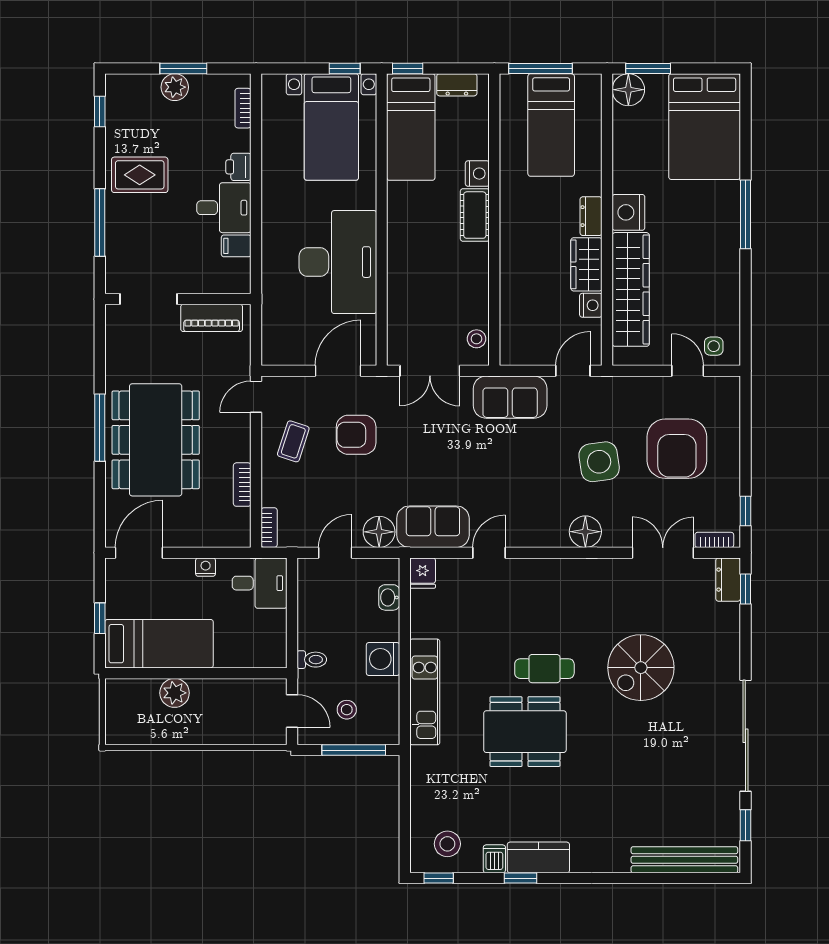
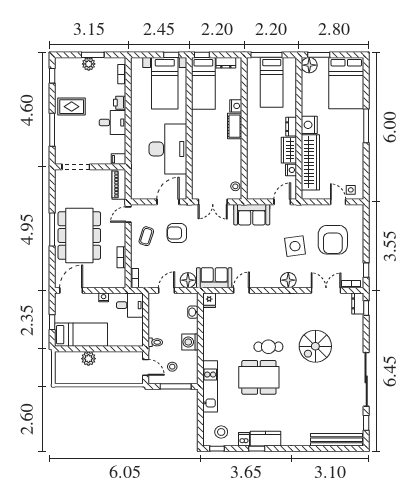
filing cabinet: (236, 246) -> (118, 159), moved
piano: (212, 318) -> (119, 184), moved, turned 90
kitchen unit: (425, 692) -> (210, 386), moved

